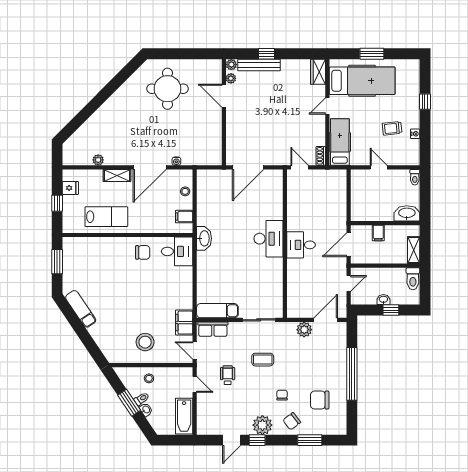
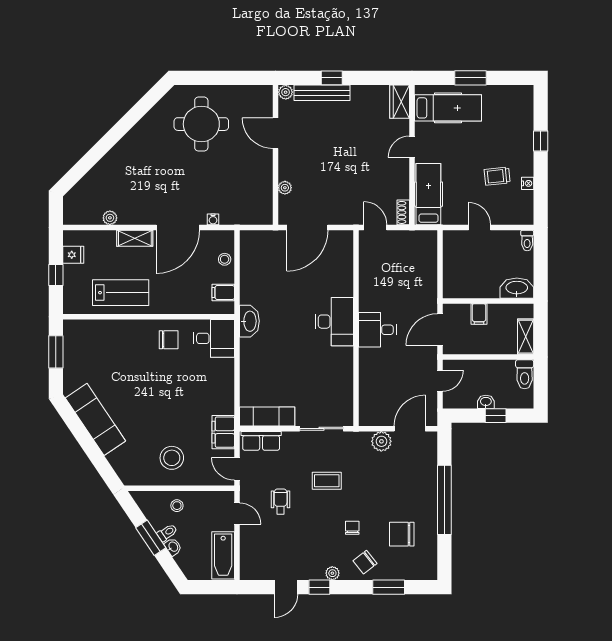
plant: (231, 78) -> (285, 188), moved
hospital bed: (362, 81) -> (448, 108), width x0.73, depth x0.78
exam couch: (81, 309) -> (95, 419), width x1.36, depth x1.45
plant: (262, 425) -> (332, 573), width x0.53, depth x0.53

